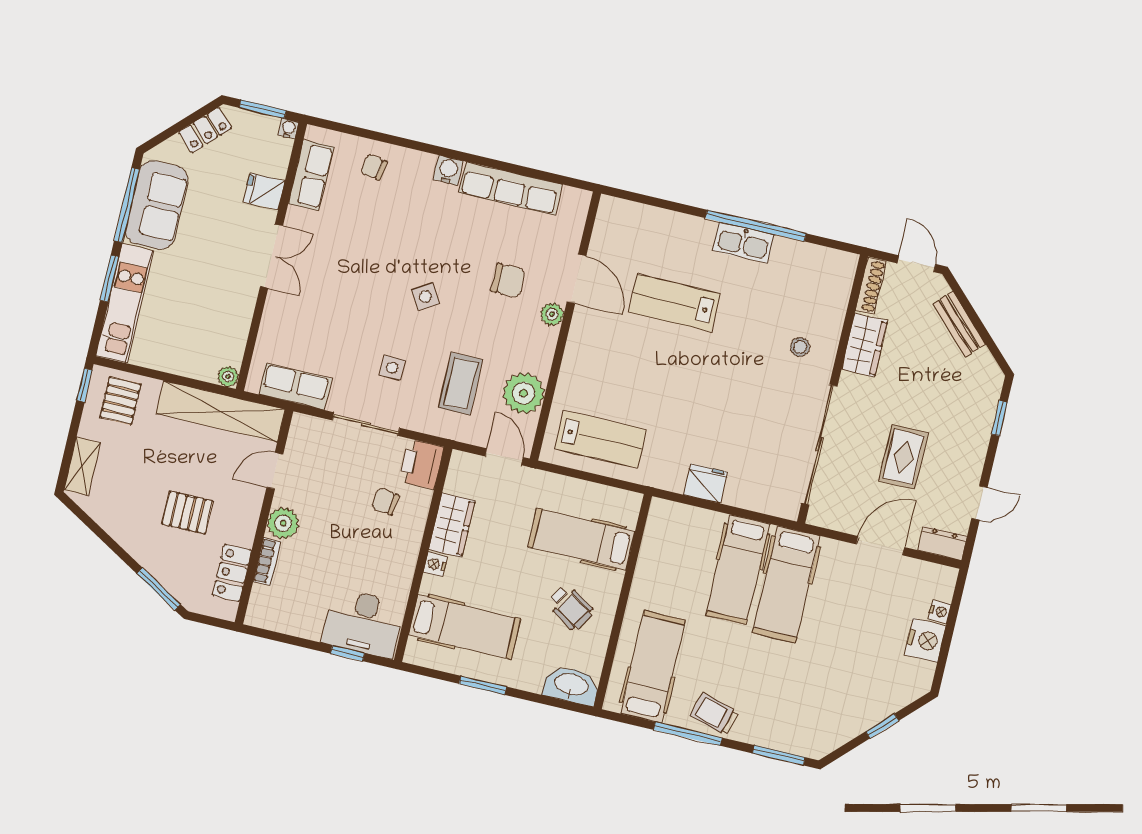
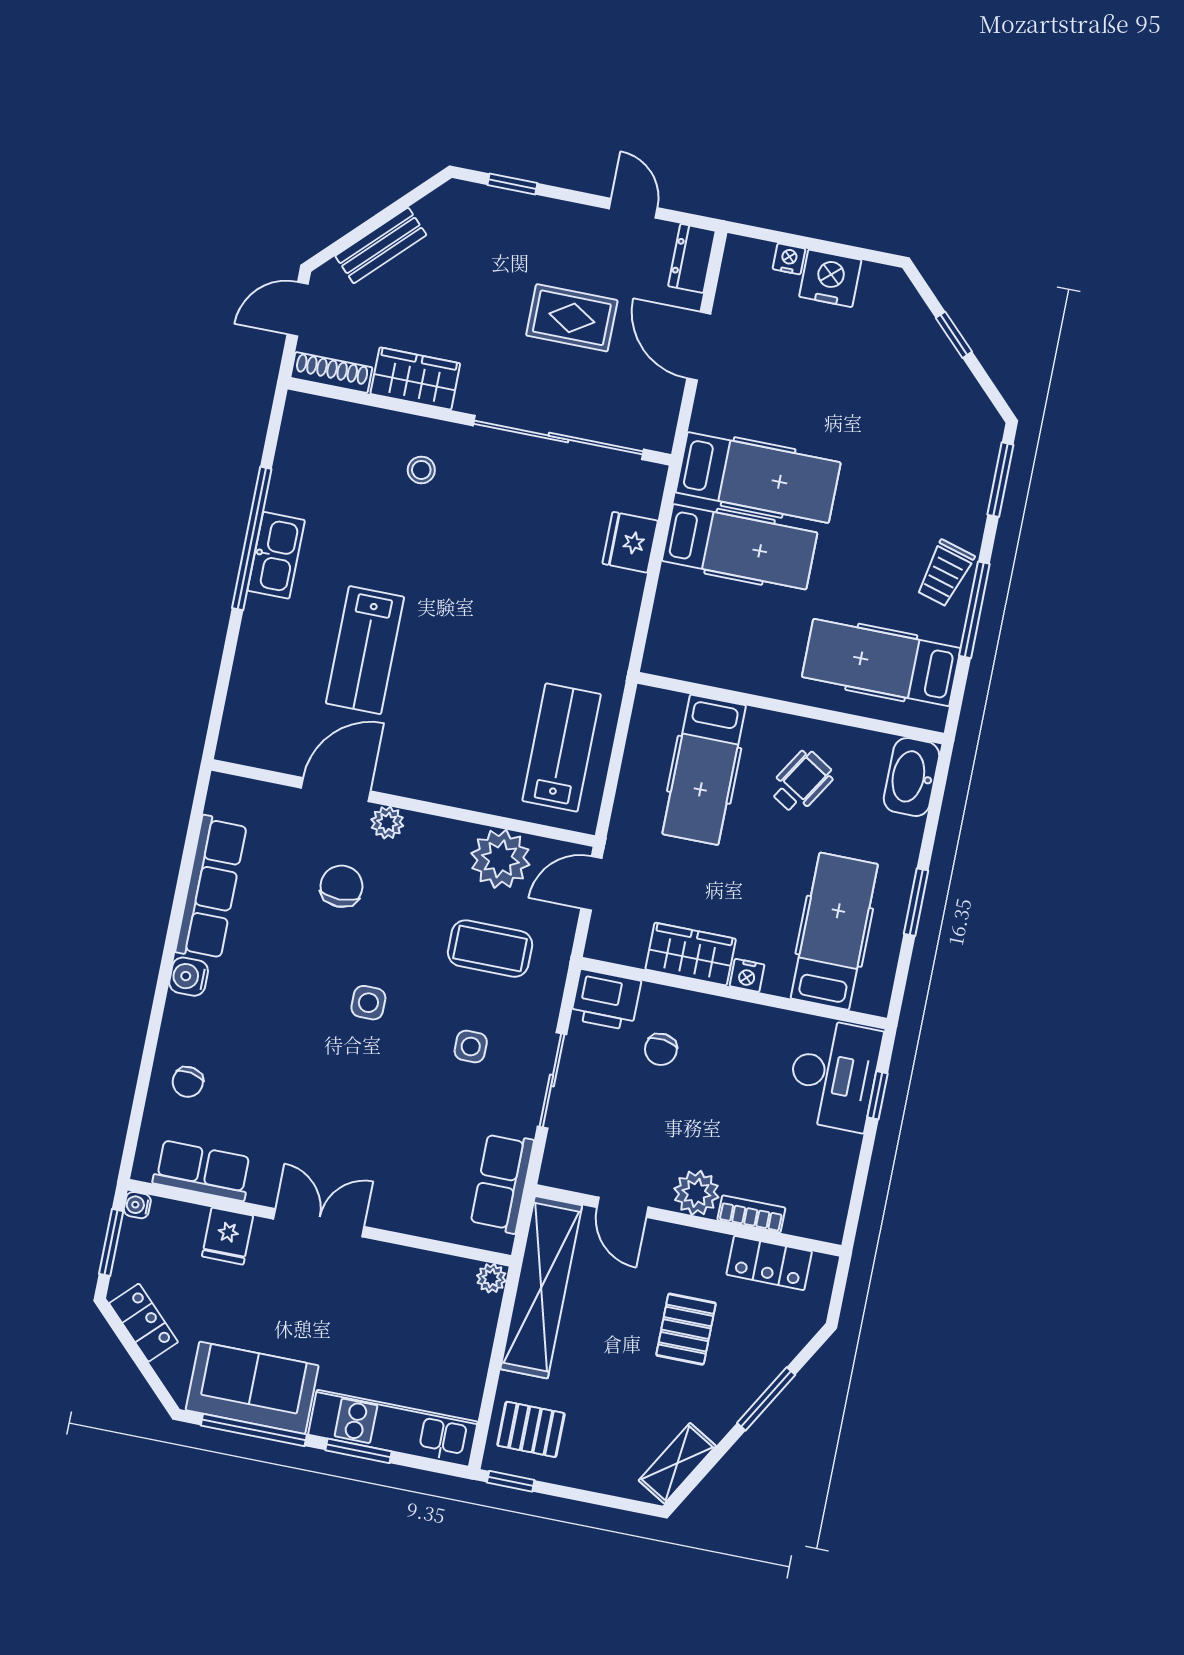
side table: (425, 297) -> (368, 1003), turned 31
shelving: (82, 466) -> (677, 1463), moved, turned -60
fridge: (705, 483) -> (630, 542), moved
window: (159, 589) -> (766, 1399), moved

